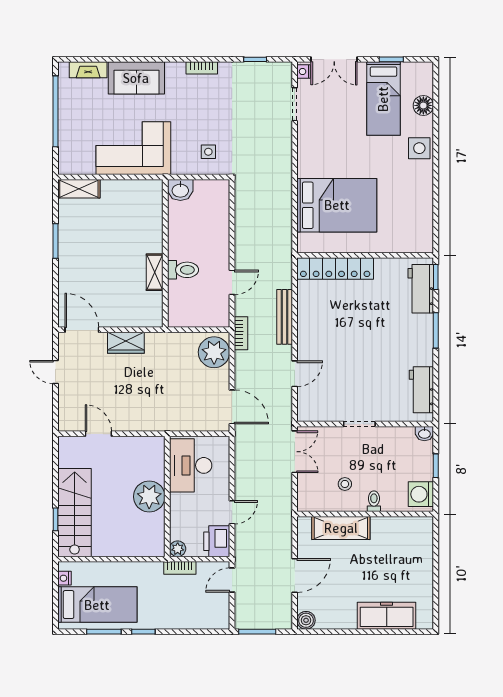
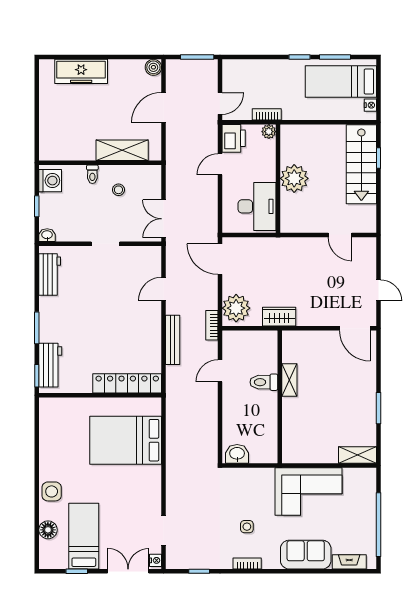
side table: (208, 152) -> (247, 527), moved
washbasin: (180, 190) -> (237, 454), moved
wardrobe: (126, 343) -> (279, 317), moved

